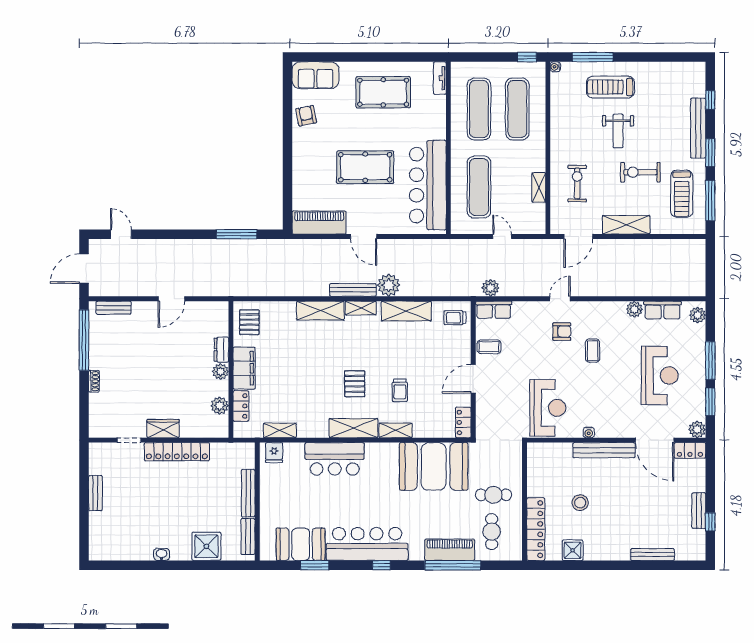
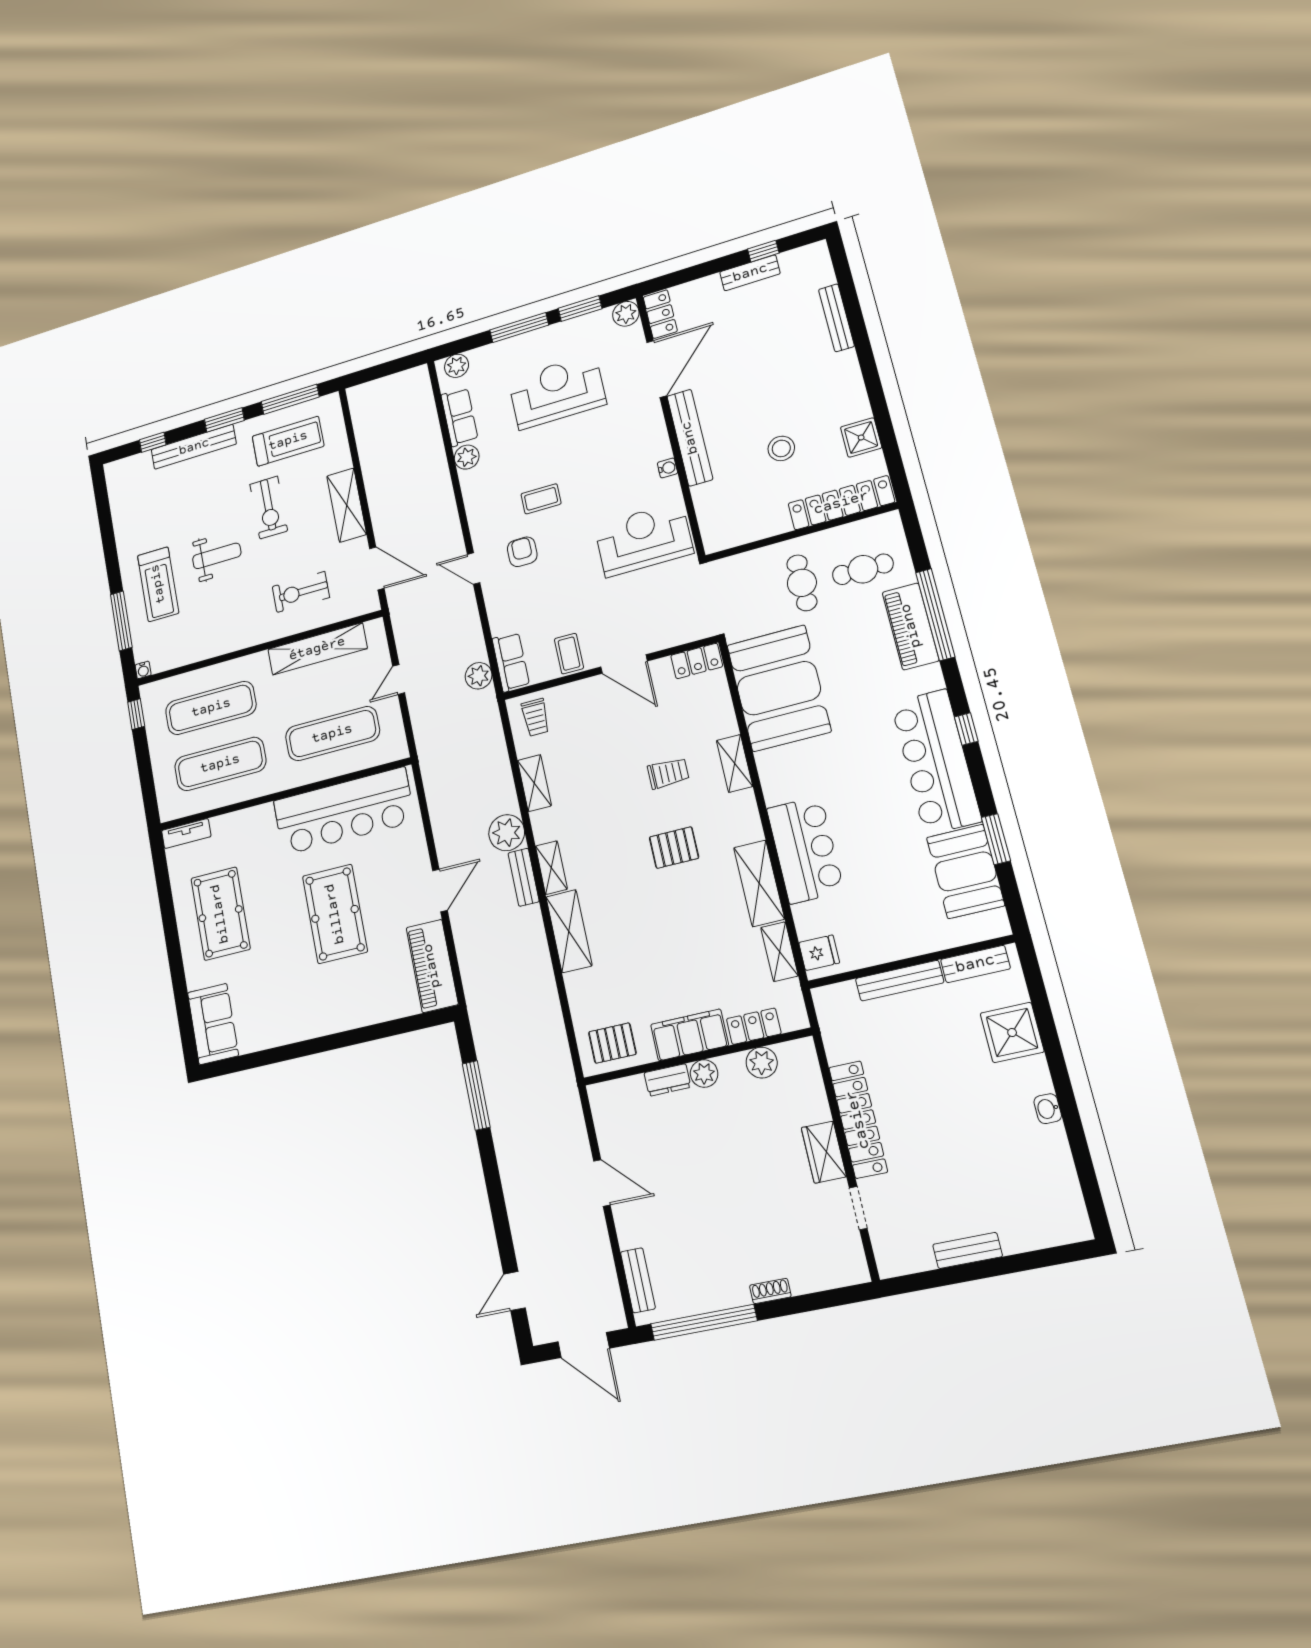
armchair: (306, 116) -> (275, 1025), removed
shelving: (539, 187) -> (317, 649), width x2.20, depth x1.33
bench: (353, 290) -> (524, 877), width x0.73
shelving: (406, 311) -> (534, 783), width x0.67, depth x0.75
shelving: (353, 428) -> (759, 883), moved

